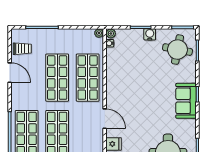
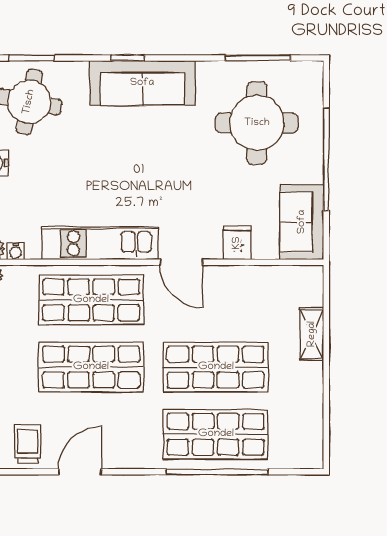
kitchen unit: (113, 82) -> (100, 243), added
sofa: (186, 101) -> (142, 83), width x1.36
door: (105, 119) -> (182, 262), swing flipped

